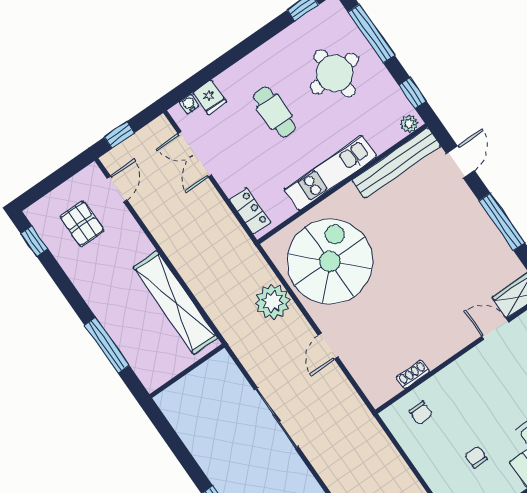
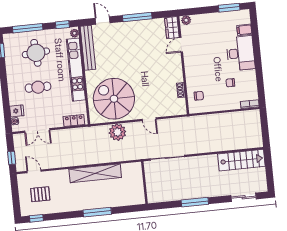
kitchen unit: (330, 173) -> (76, 70), width x1.36
wall: (187, 371) -> (144, 183), moved

